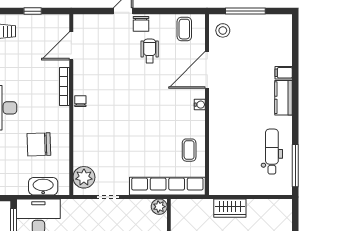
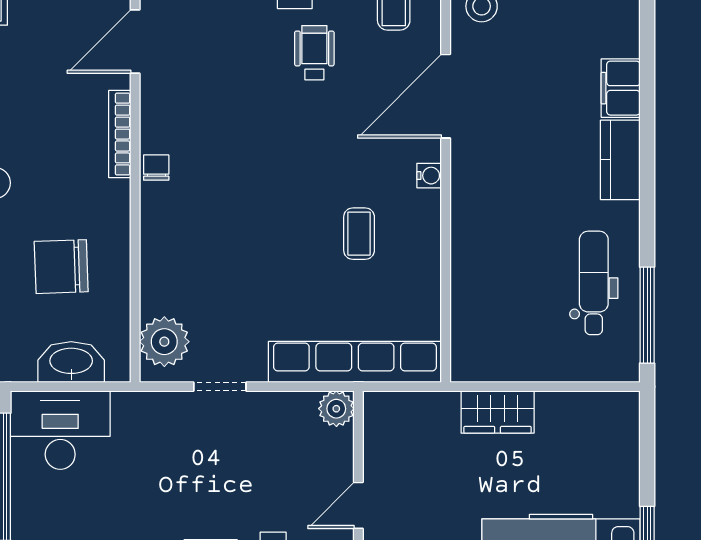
filing cabinet: (284, 73) -> (621, 88), width x2.00
coffee table: (189, 150) -> (359, 234), moved

